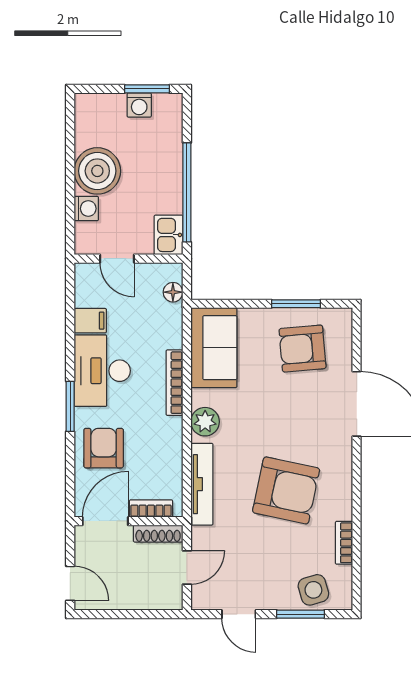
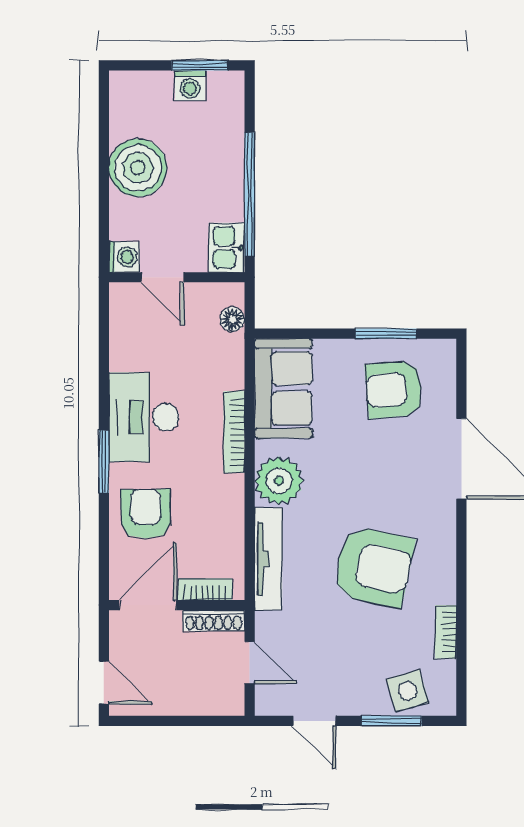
washing machine: (86, 209) -> (124, 257), moved
filing cabinet: (90, 321) -> (129, 355), removed
plant: (205, 422) -> (279, 481), width x1.36, depth x1.36
door: (187, 568) -> (250, 663), hinge flipped

